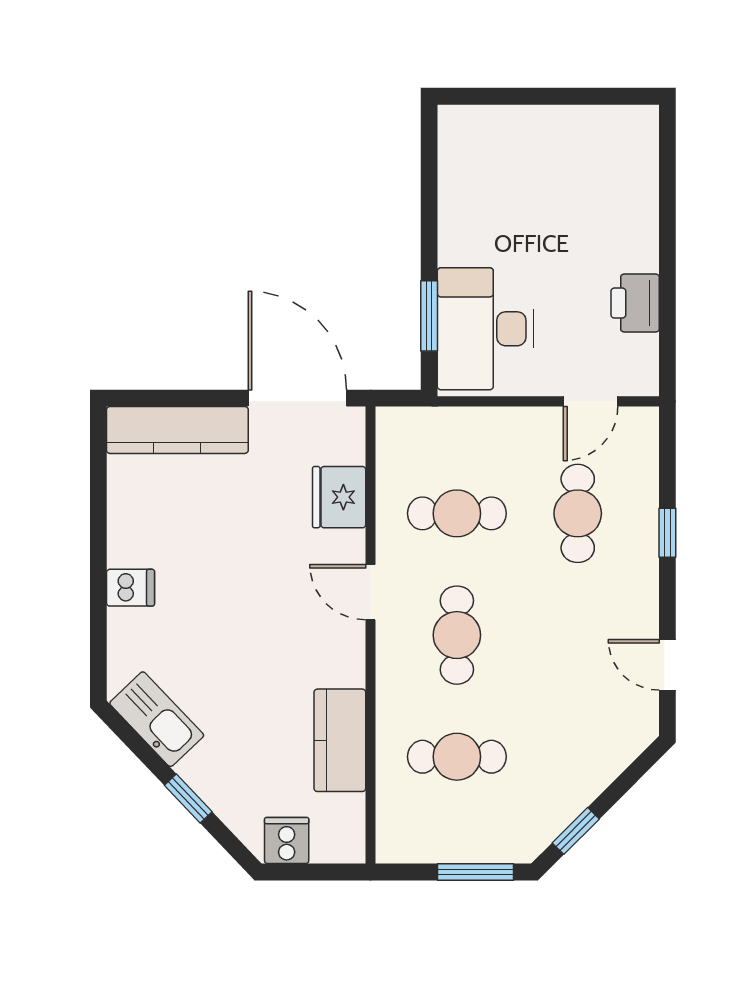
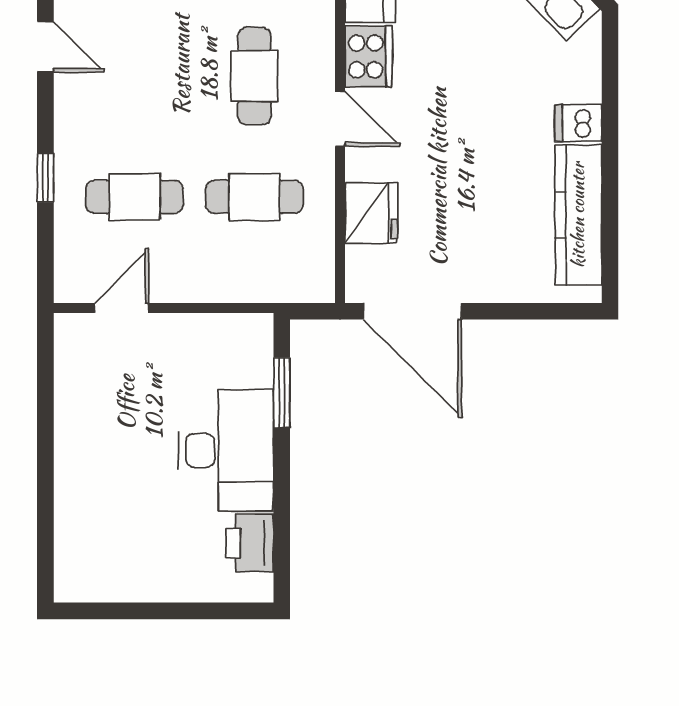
printer: (635, 303) -> (250, 543), moved, turned 180
desk: (485, 329) -> (226, 450), moved
kitchen counter: (177, 430) -> (578, 215), moved, turned -90
cafe table: (578, 513) -> (134, 197), turned 90
cooker: (342, 655) -> (369, 56), added

